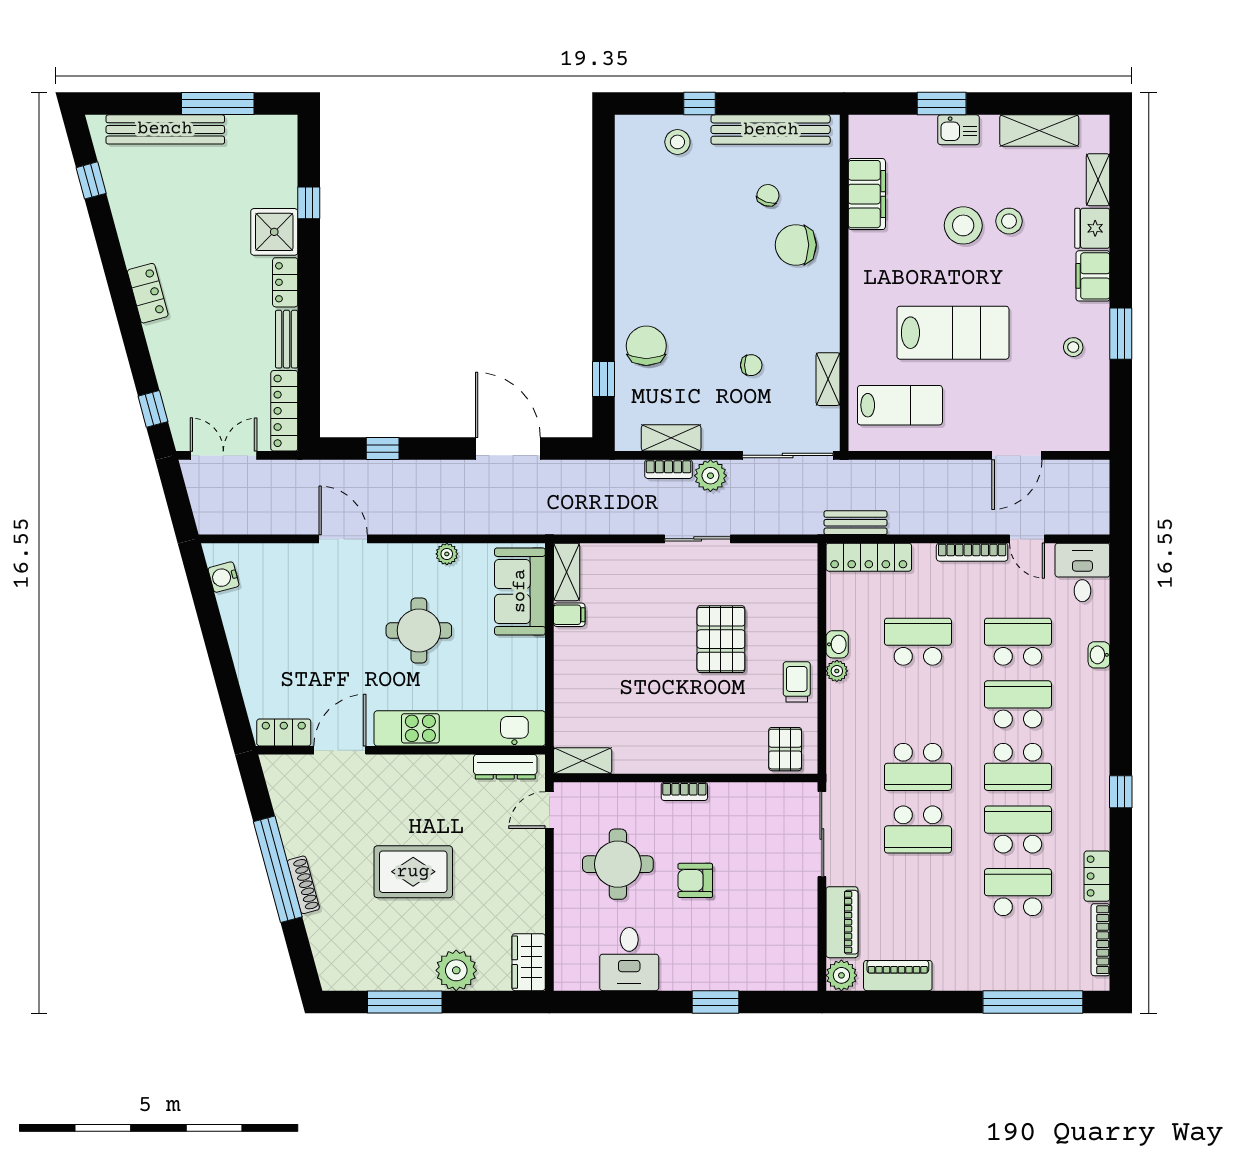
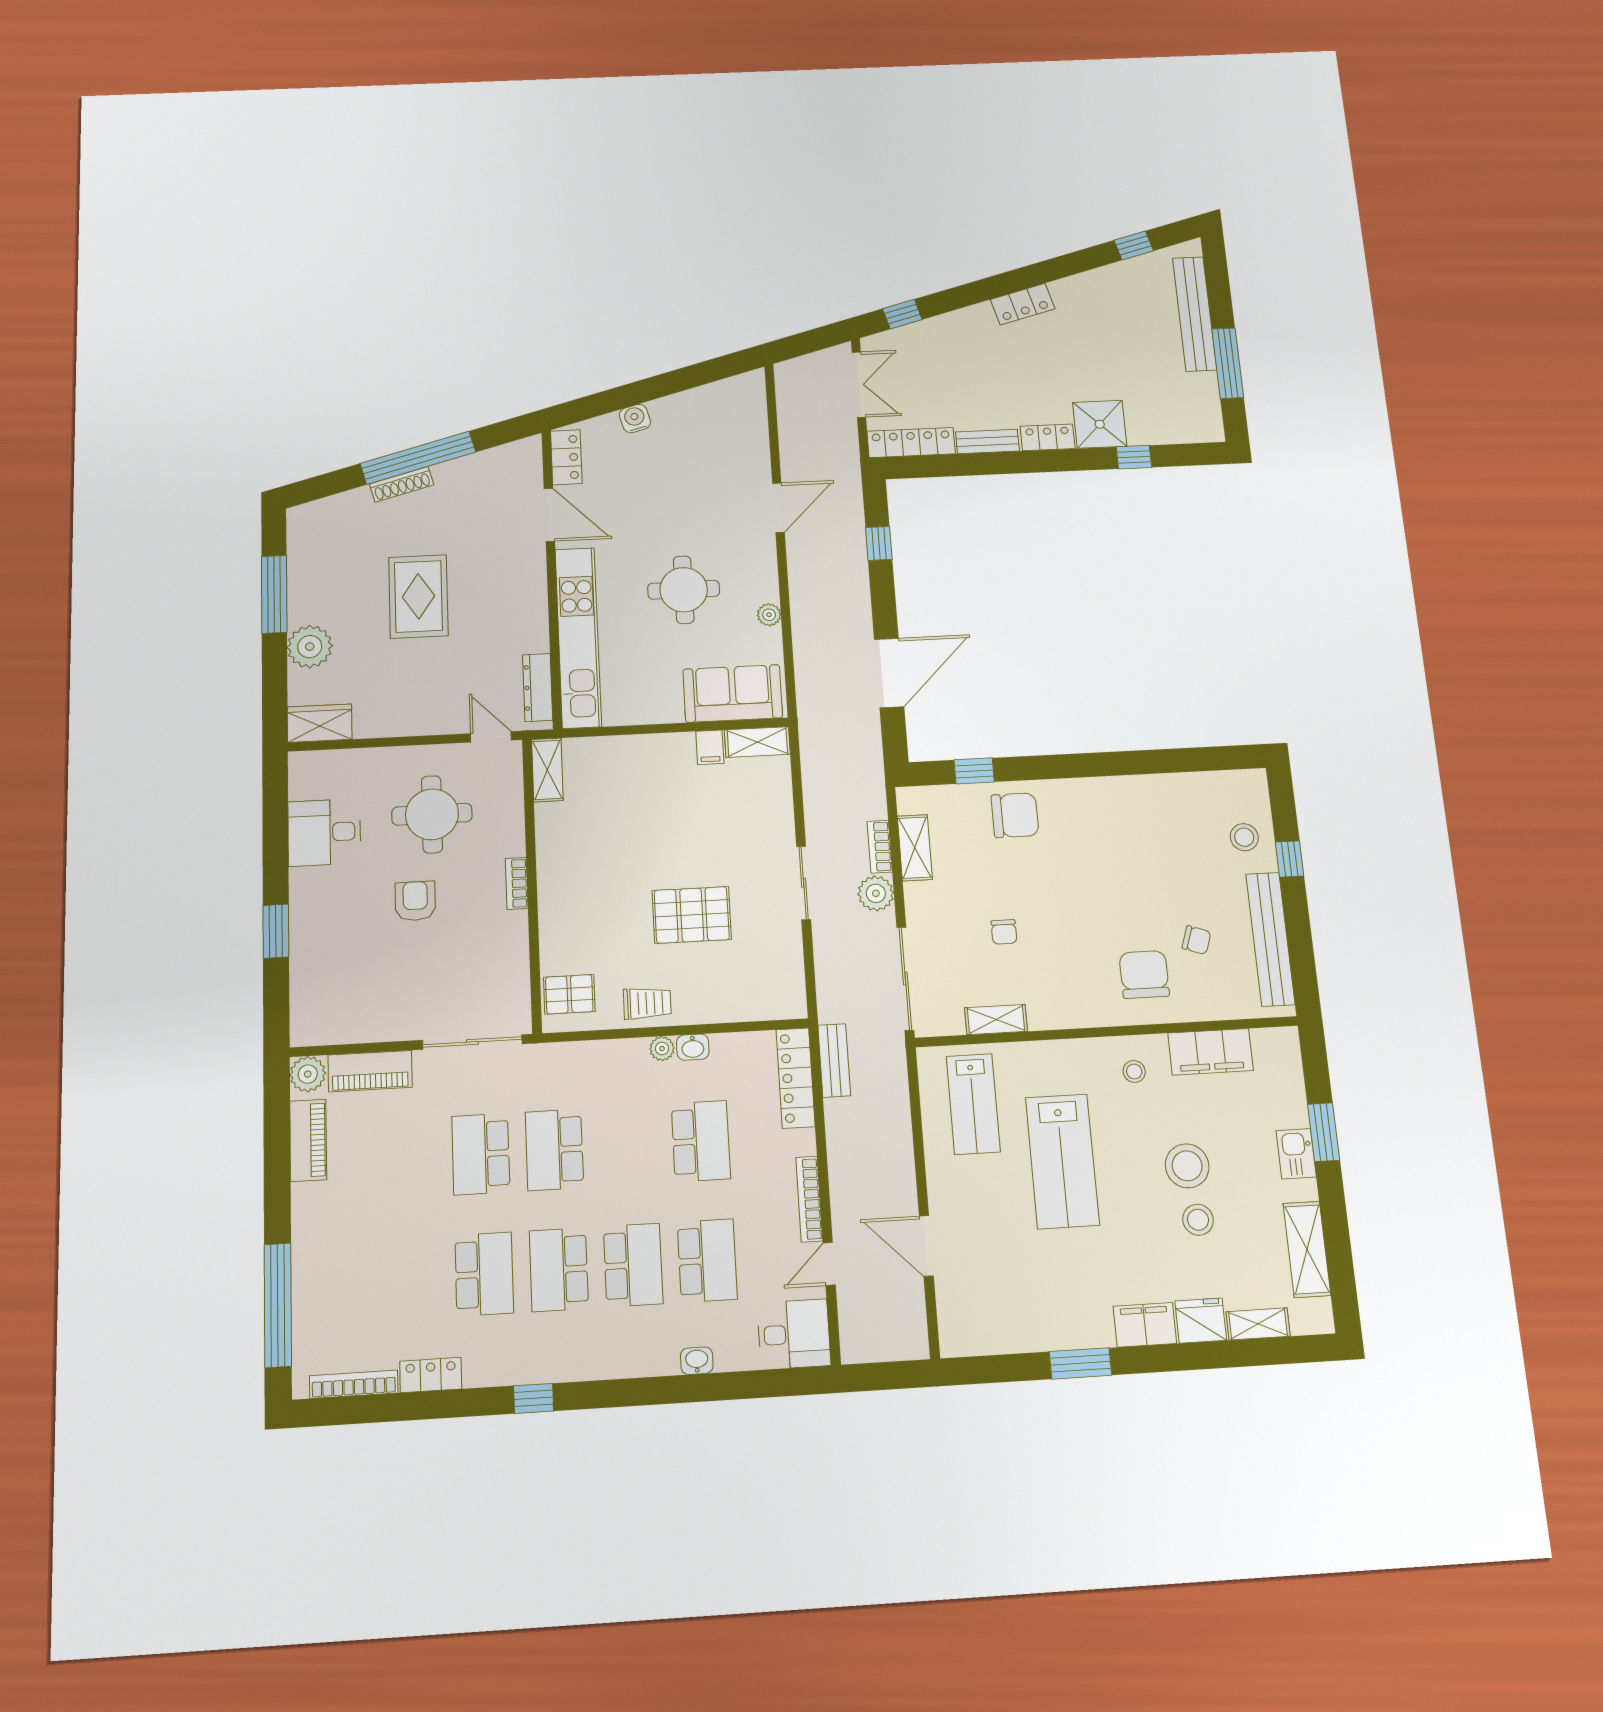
stool: (1073, 347) -> (1134, 1071), moved
water cooler: (224, 577) -> (635, 418), moved
school desk: (1018, 892) -> (409, 1279), removed

